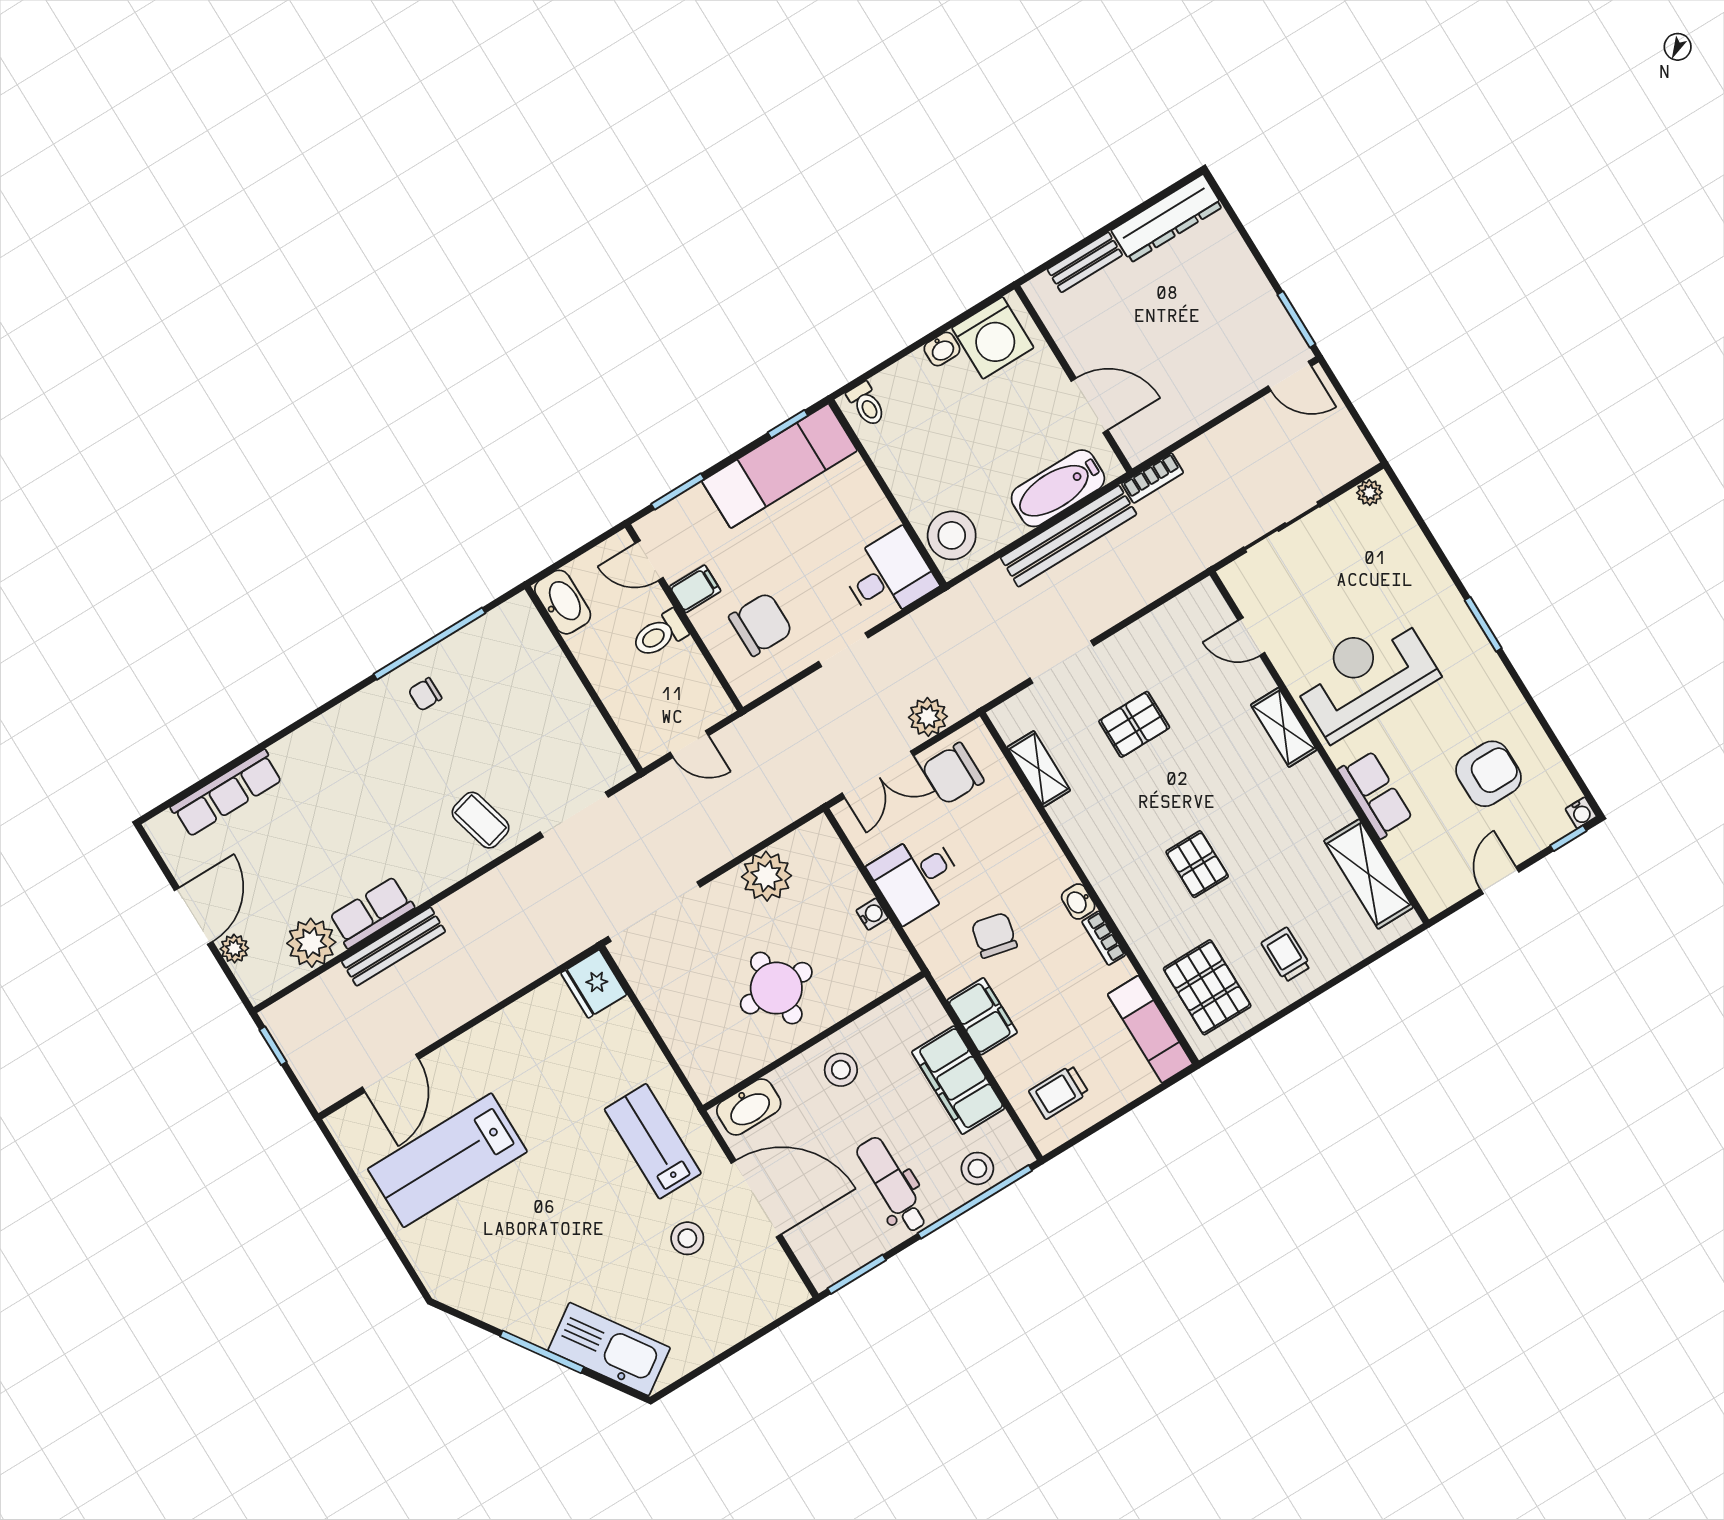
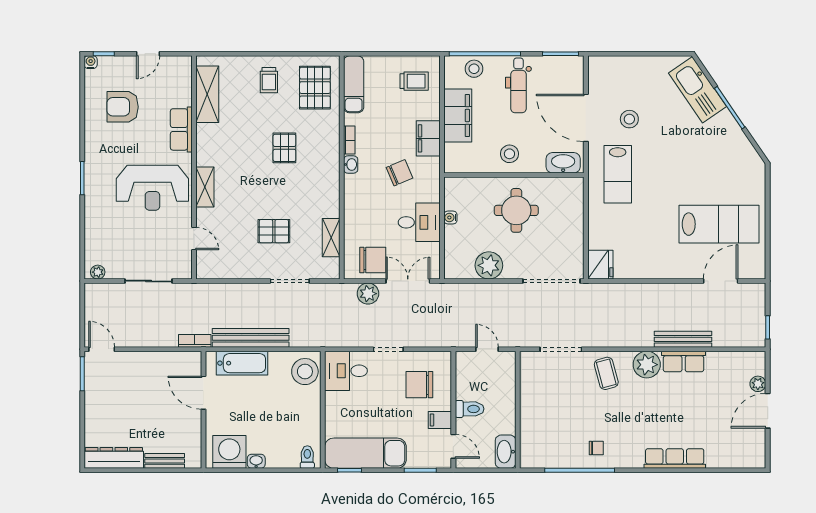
row of seats: (227, 793) -> (675, 459), moved
chair: (994, 935) -> (399, 173), turned -126
plant: (311, 943) -> (647, 365), moved

